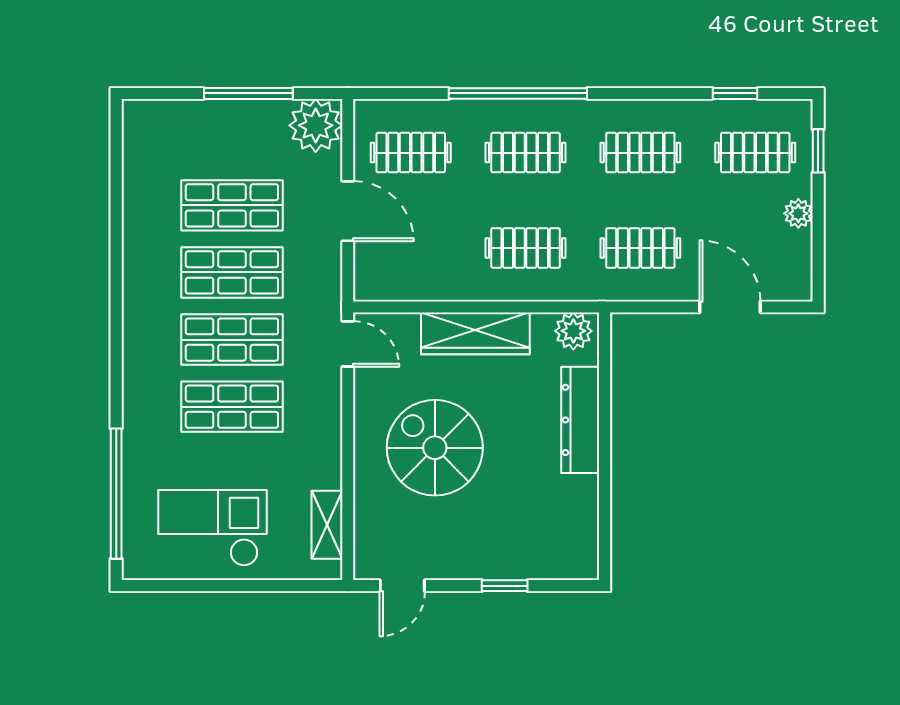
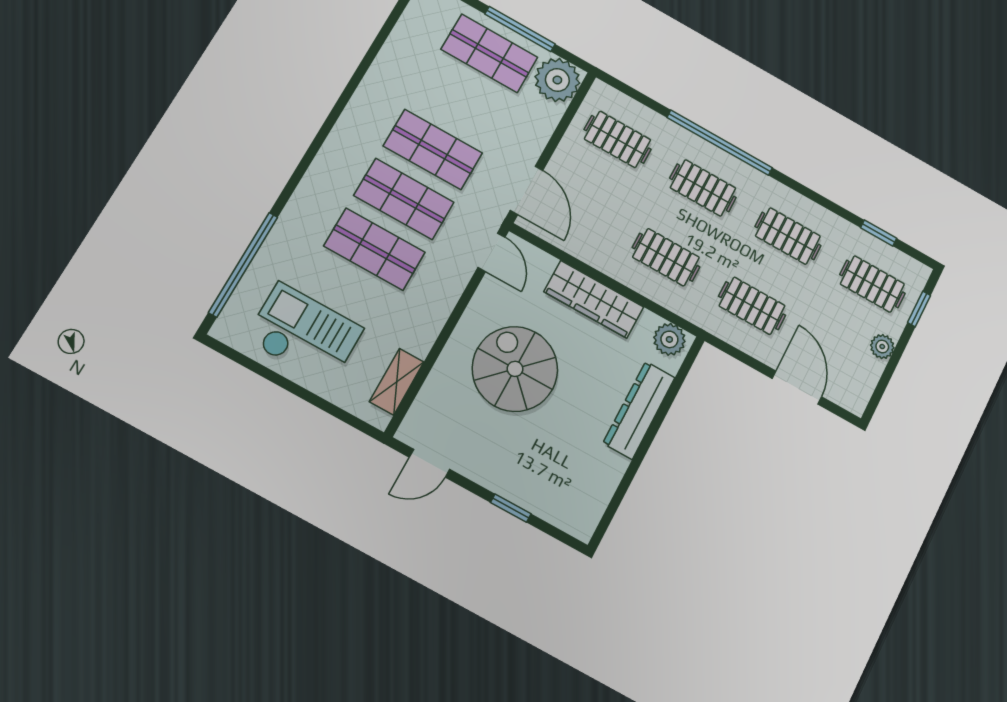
shop shelf: (232, 205) -> (489, 53), moved
door: (348, 211) -> (527, 190), moved

